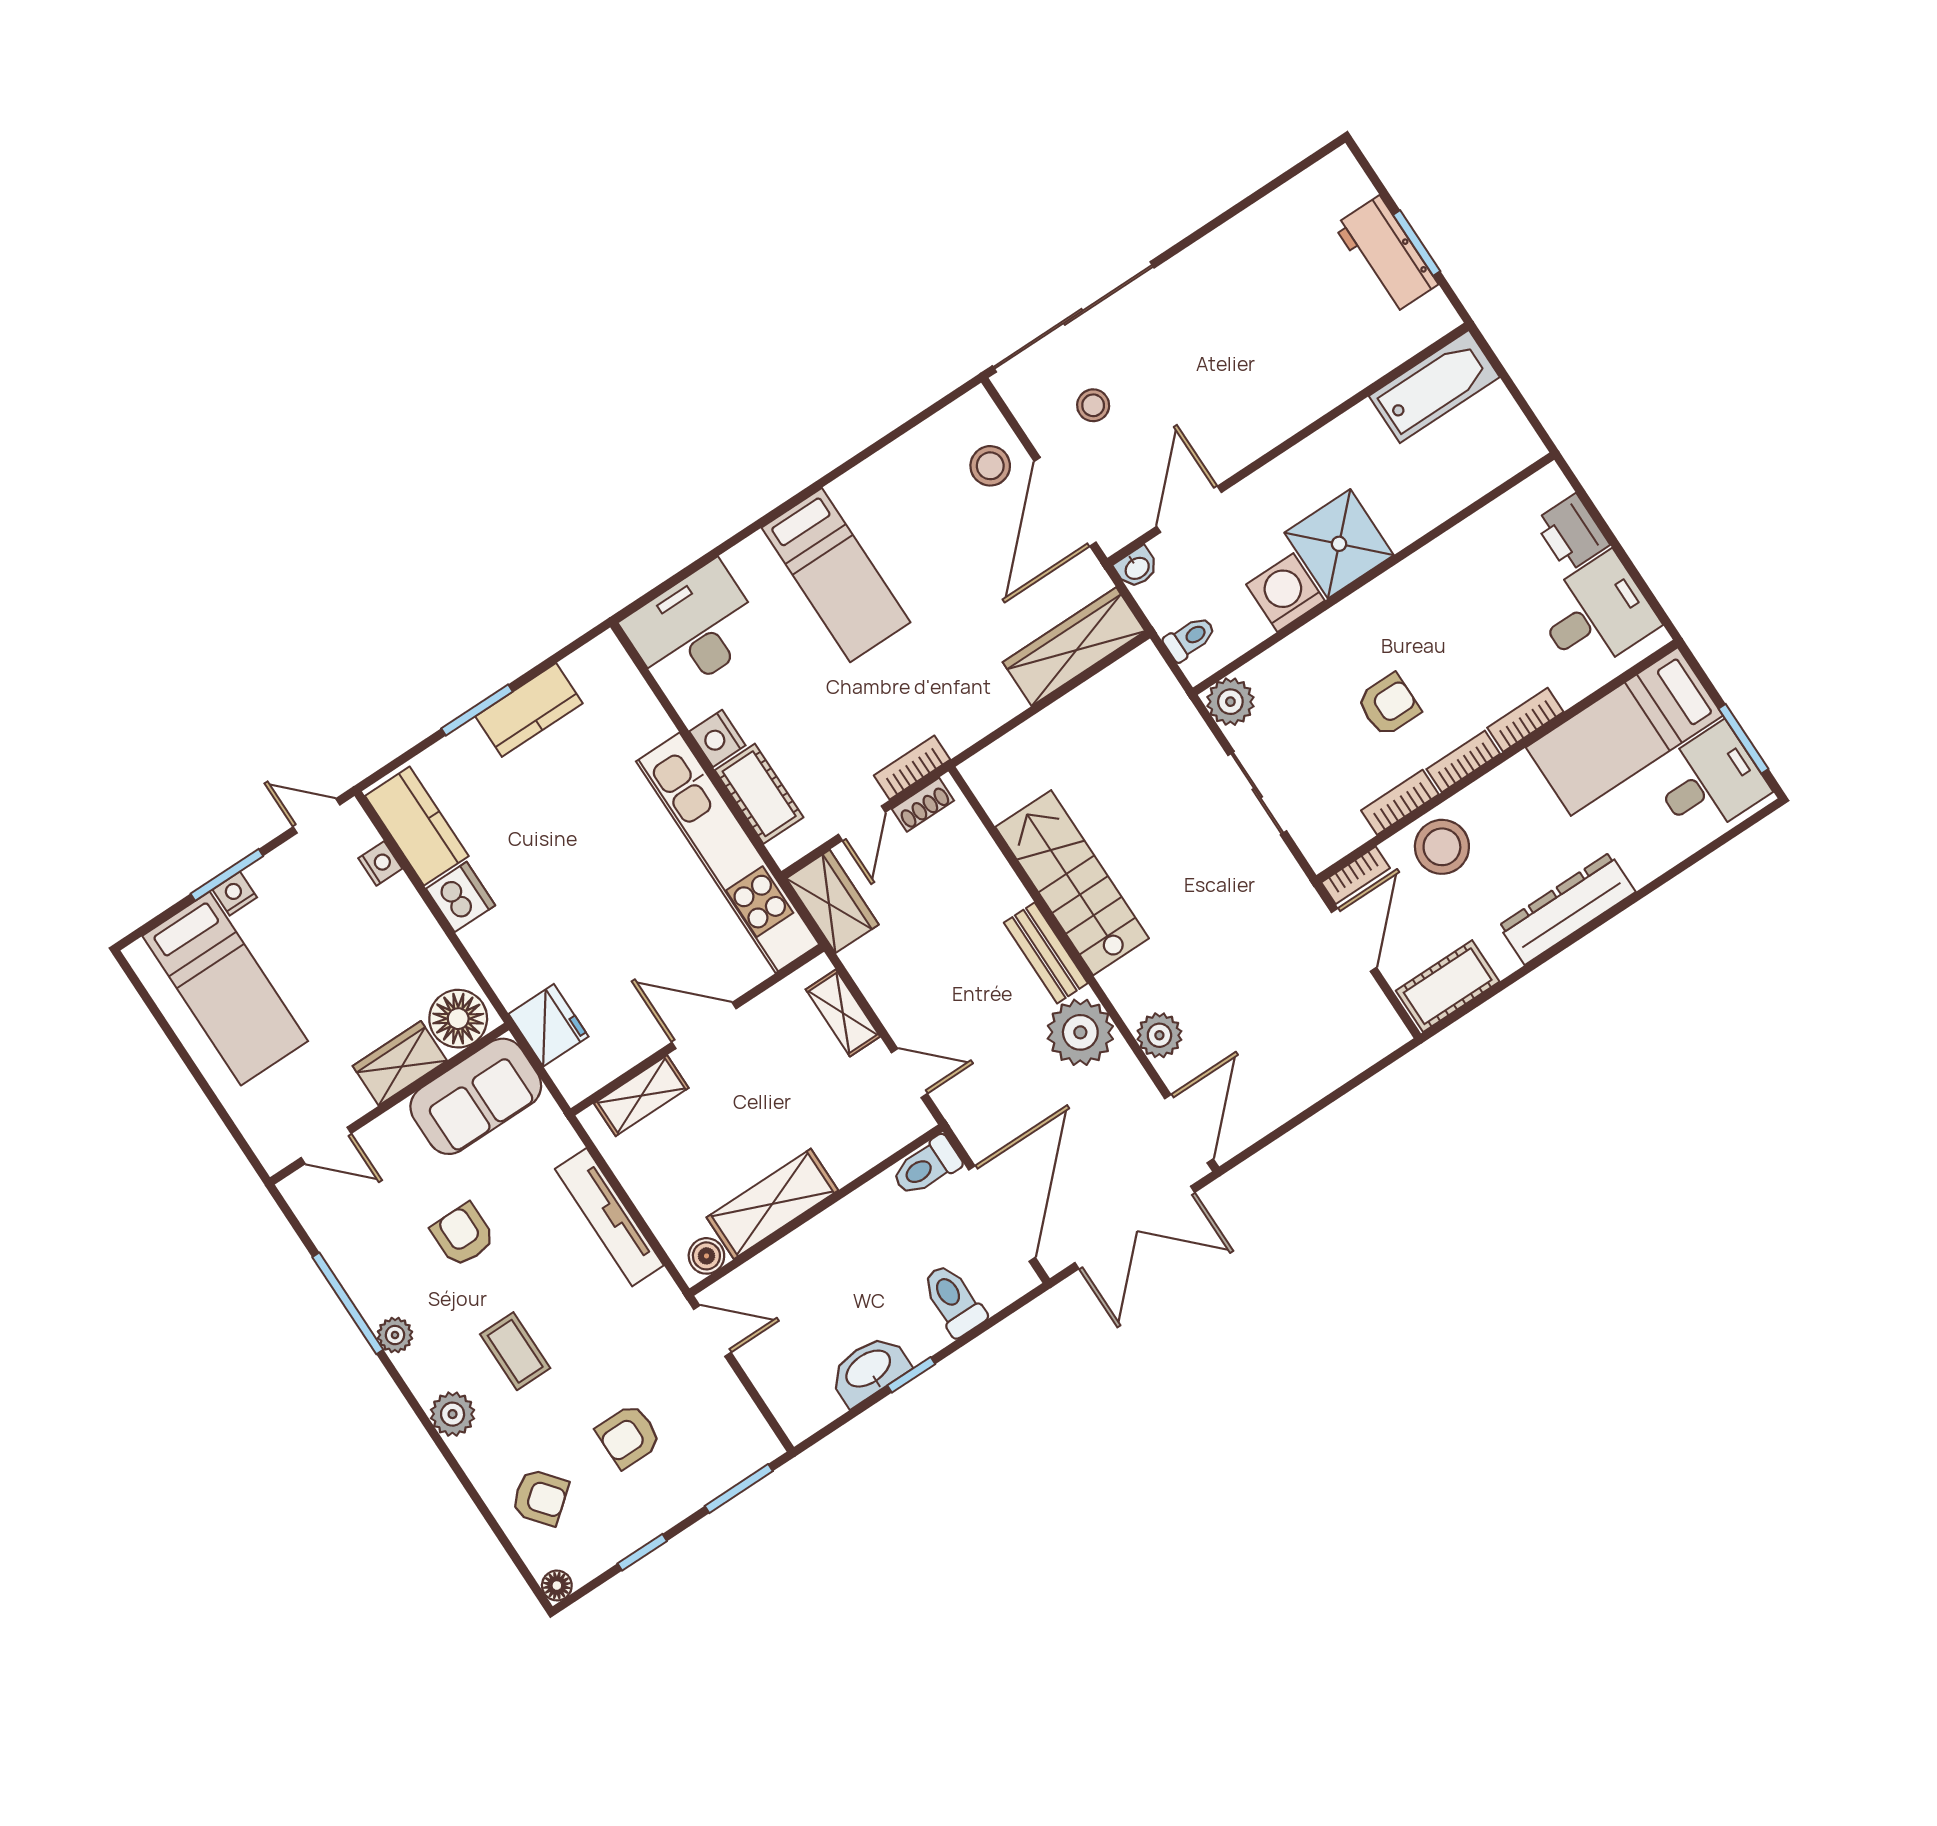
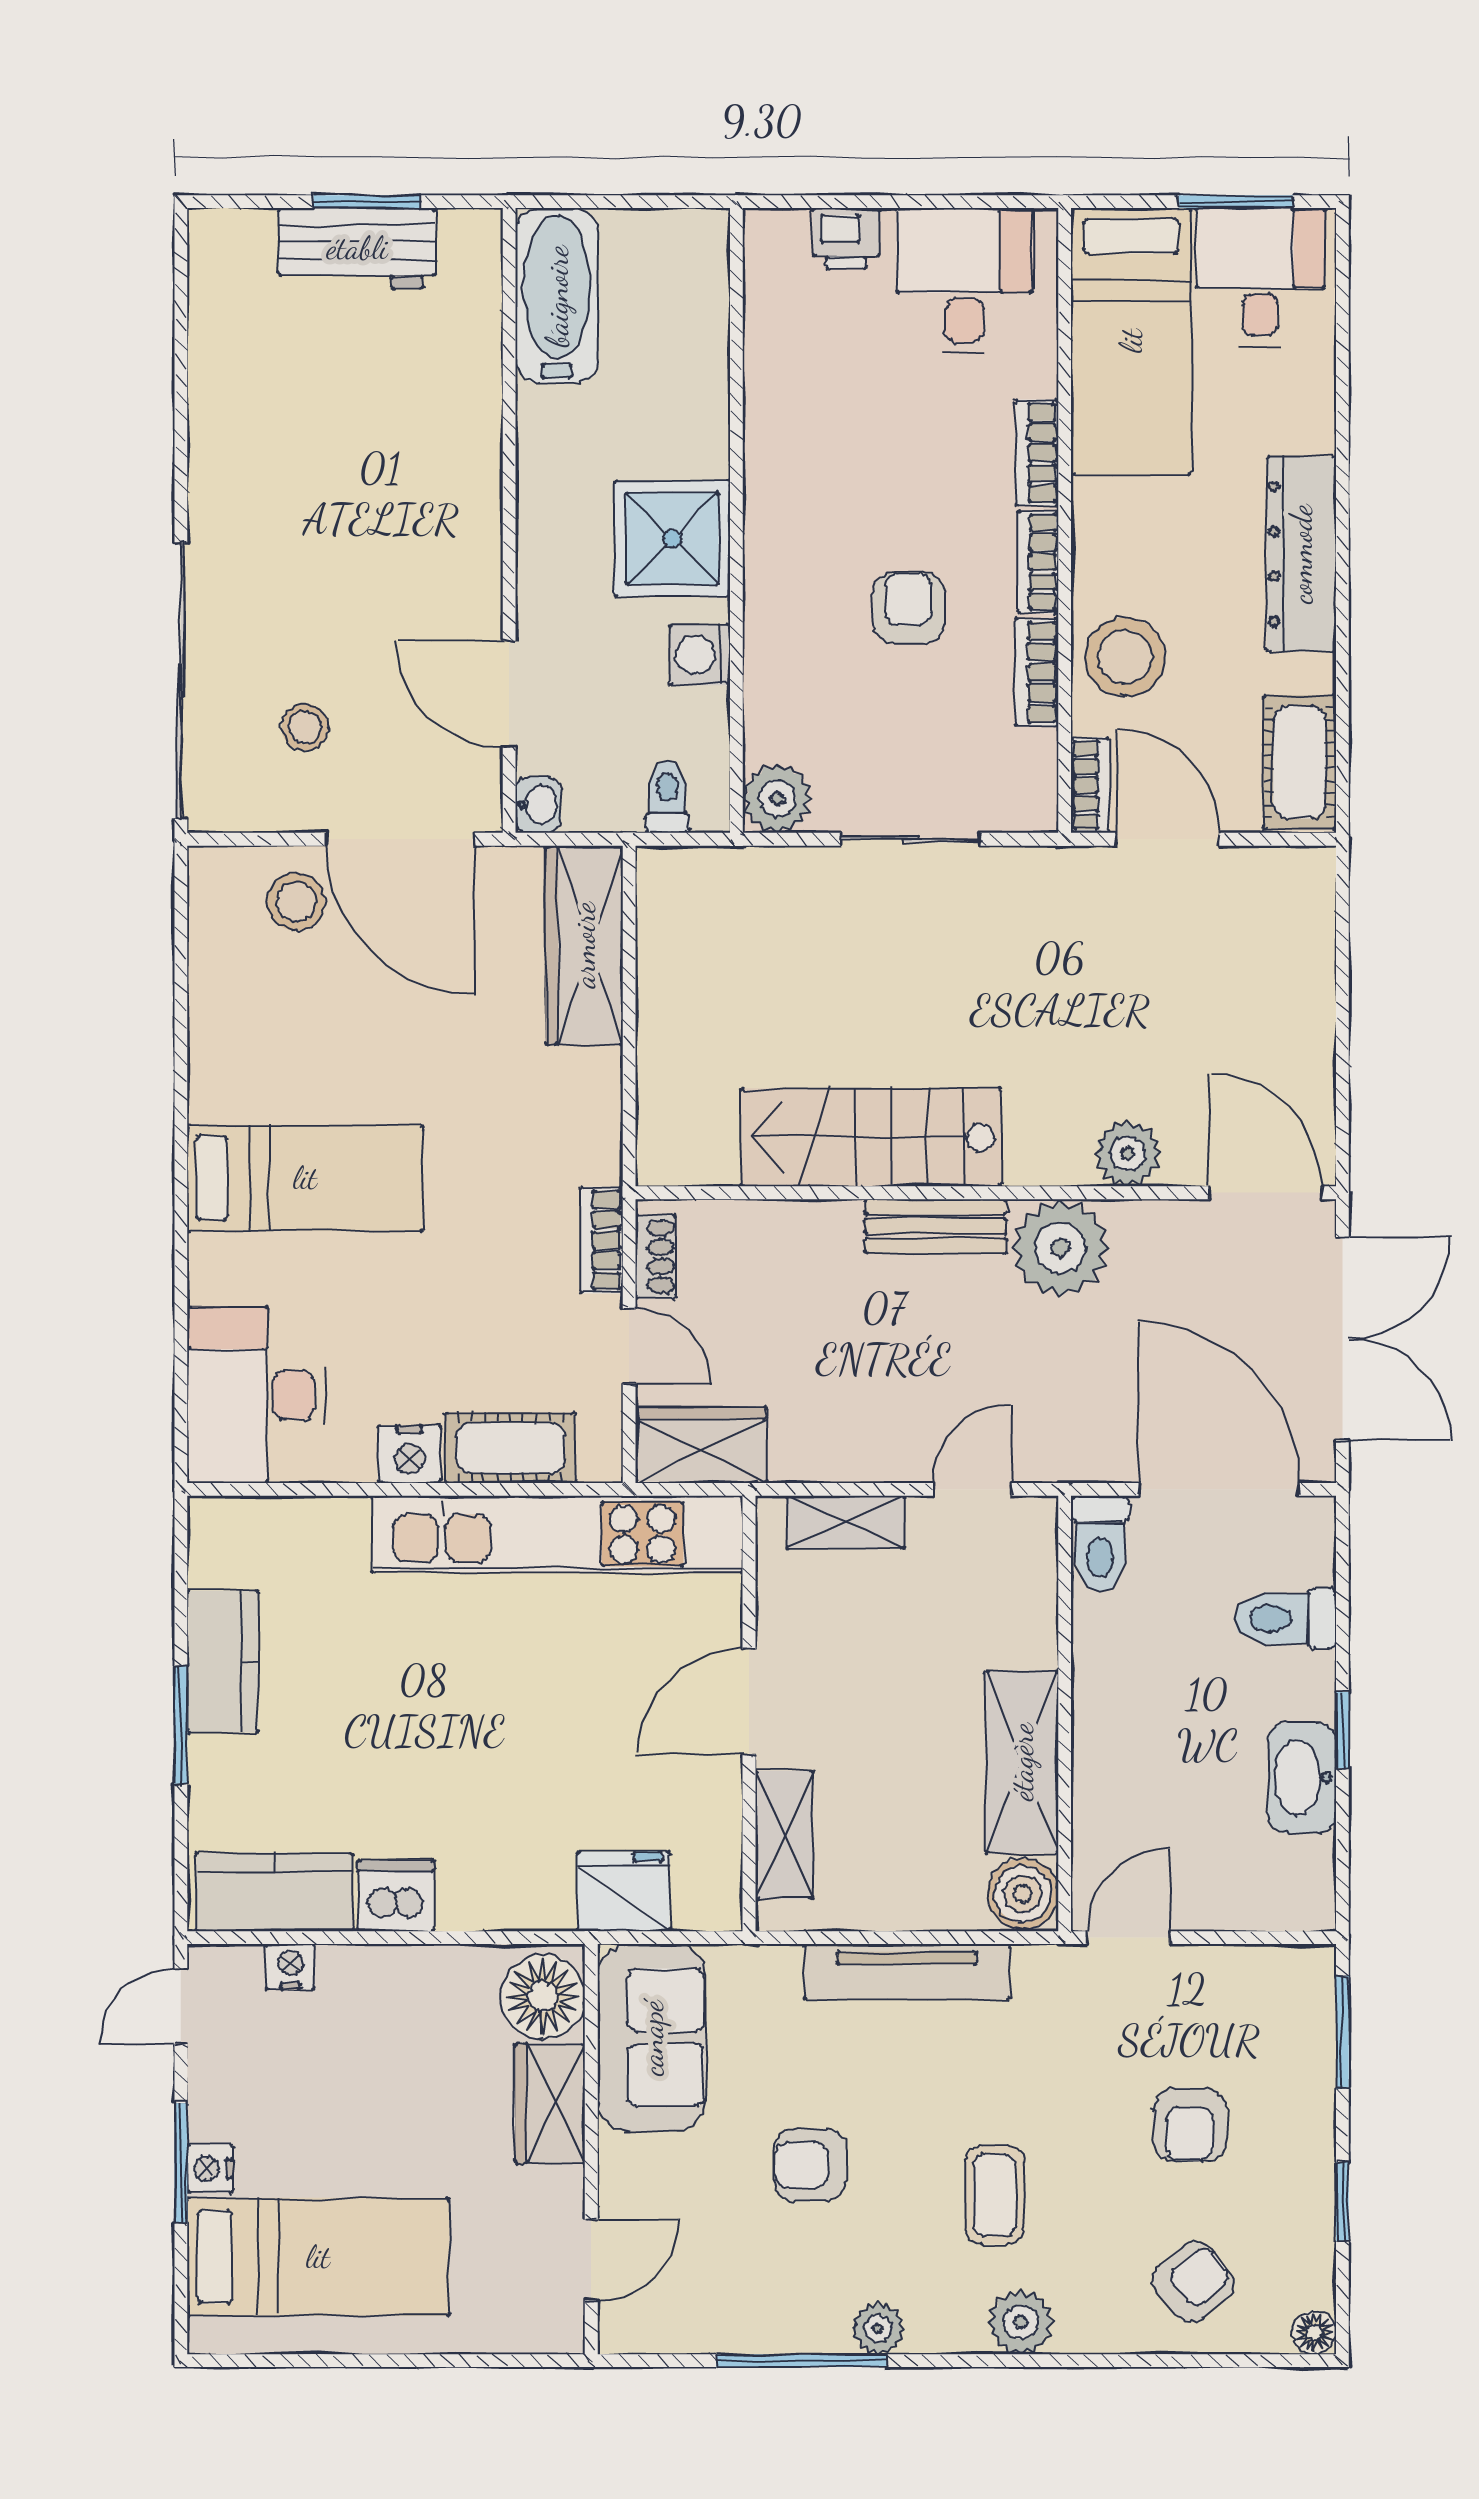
printer: (1572, 533) -> (846, 238), width x0.73, depth x0.81
washing machine: (1285, 593) -> (700, 655), width x0.73, depth x0.73
boiler: (706, 1256) -> (1023, 1894), width x1.36, depth x1.36
coffee table: (515, 1351) -> (995, 2195), turned 90

